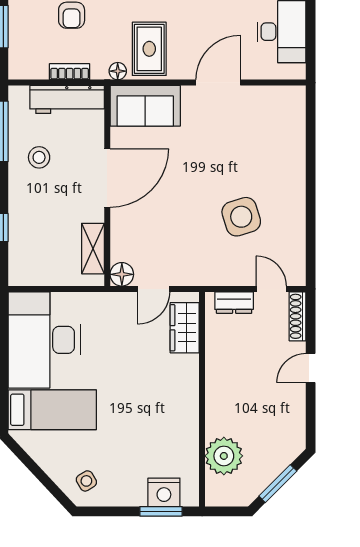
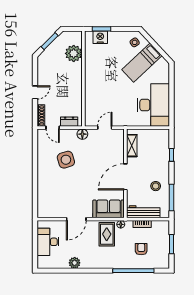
floor lamp: (122, 274) -> (82, 134), moved
wardrobe: (185, 328) -> (91, 110), removed
bed: (52, 410) -> (142, 63), moved, turned -43

